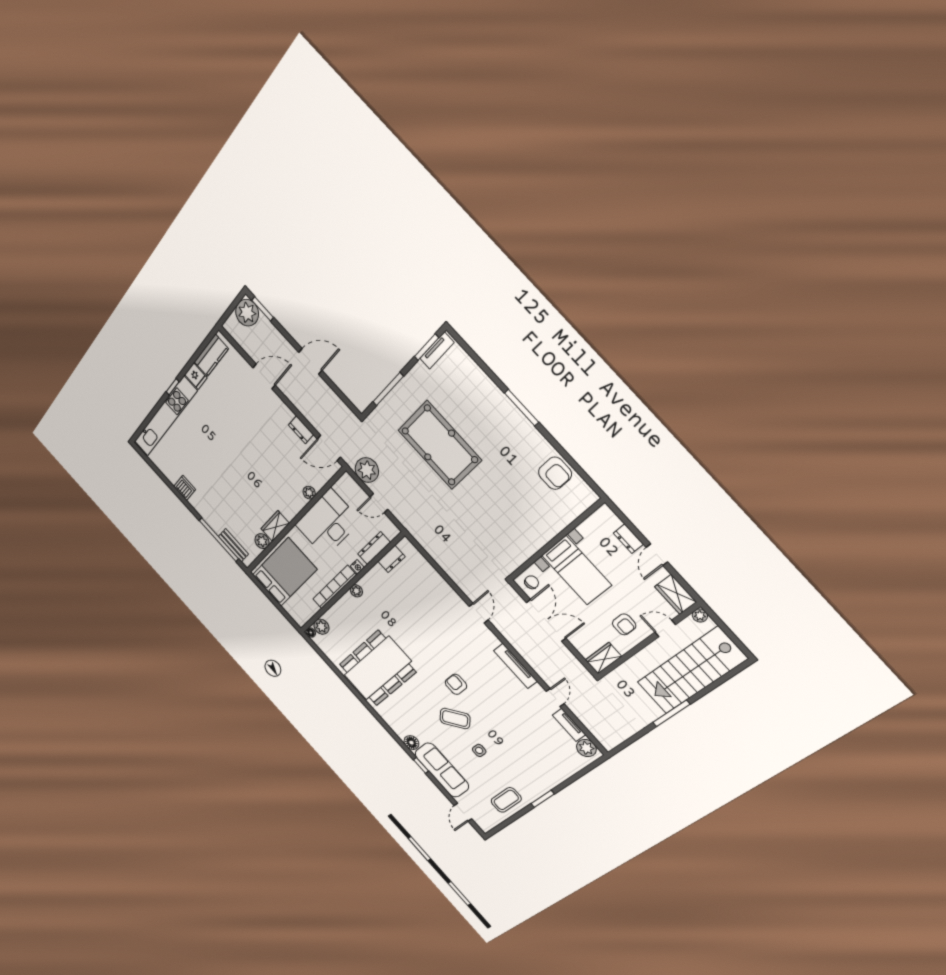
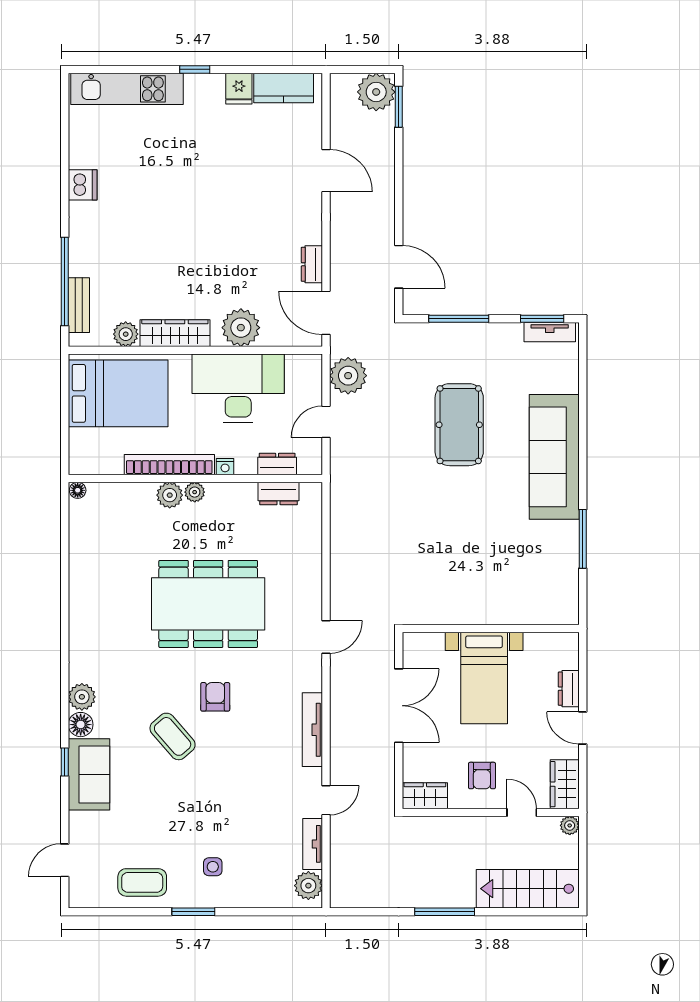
door: (310, 361) -> (399, 267), moved
window: (522, 408) -> (583, 539), moved
kitchen unit: (165, 416) -> (127, 89), width x0.73
sofa: (502, 417) -> (554, 457), added
pool table: (440, 445) -> (459, 425), width x0.73, depth x0.76
armchair: (555, 473) -> (555, 560), removed
plant: (309, 493) -> (241, 328), width x1.88, depth x1.88
door: (379, 503) -> (326, 422), hinge flipped
wardrobe: (275, 526) -> (175, 333), width x1.50
dresser: (374, 548) -> (277, 464), width x0.70
door: (657, 555) -> (583, 728), hinge flipped
chair: (532, 582) -> (422, 652), removed
plant: (321, 627) -> (170, 495), moved
dining table: (377, 668) -> (208, 604), moved
stairs: (692, 671) -> (528, 889), width x0.73, depth x0.66
plant: (400, 729) -> (82, 697), added
side table: (479, 750) -> (213, 867), moved
sofa: (442, 770) -> (89, 774), width x0.73

